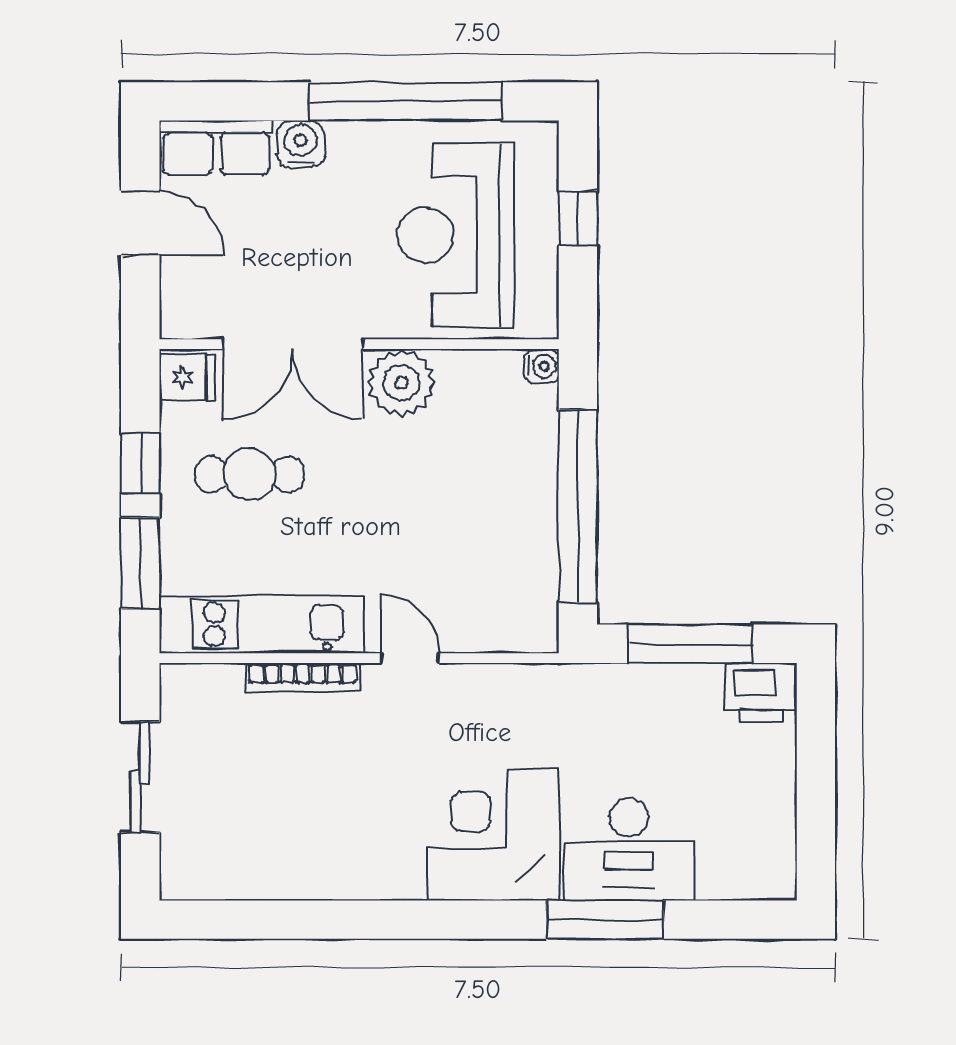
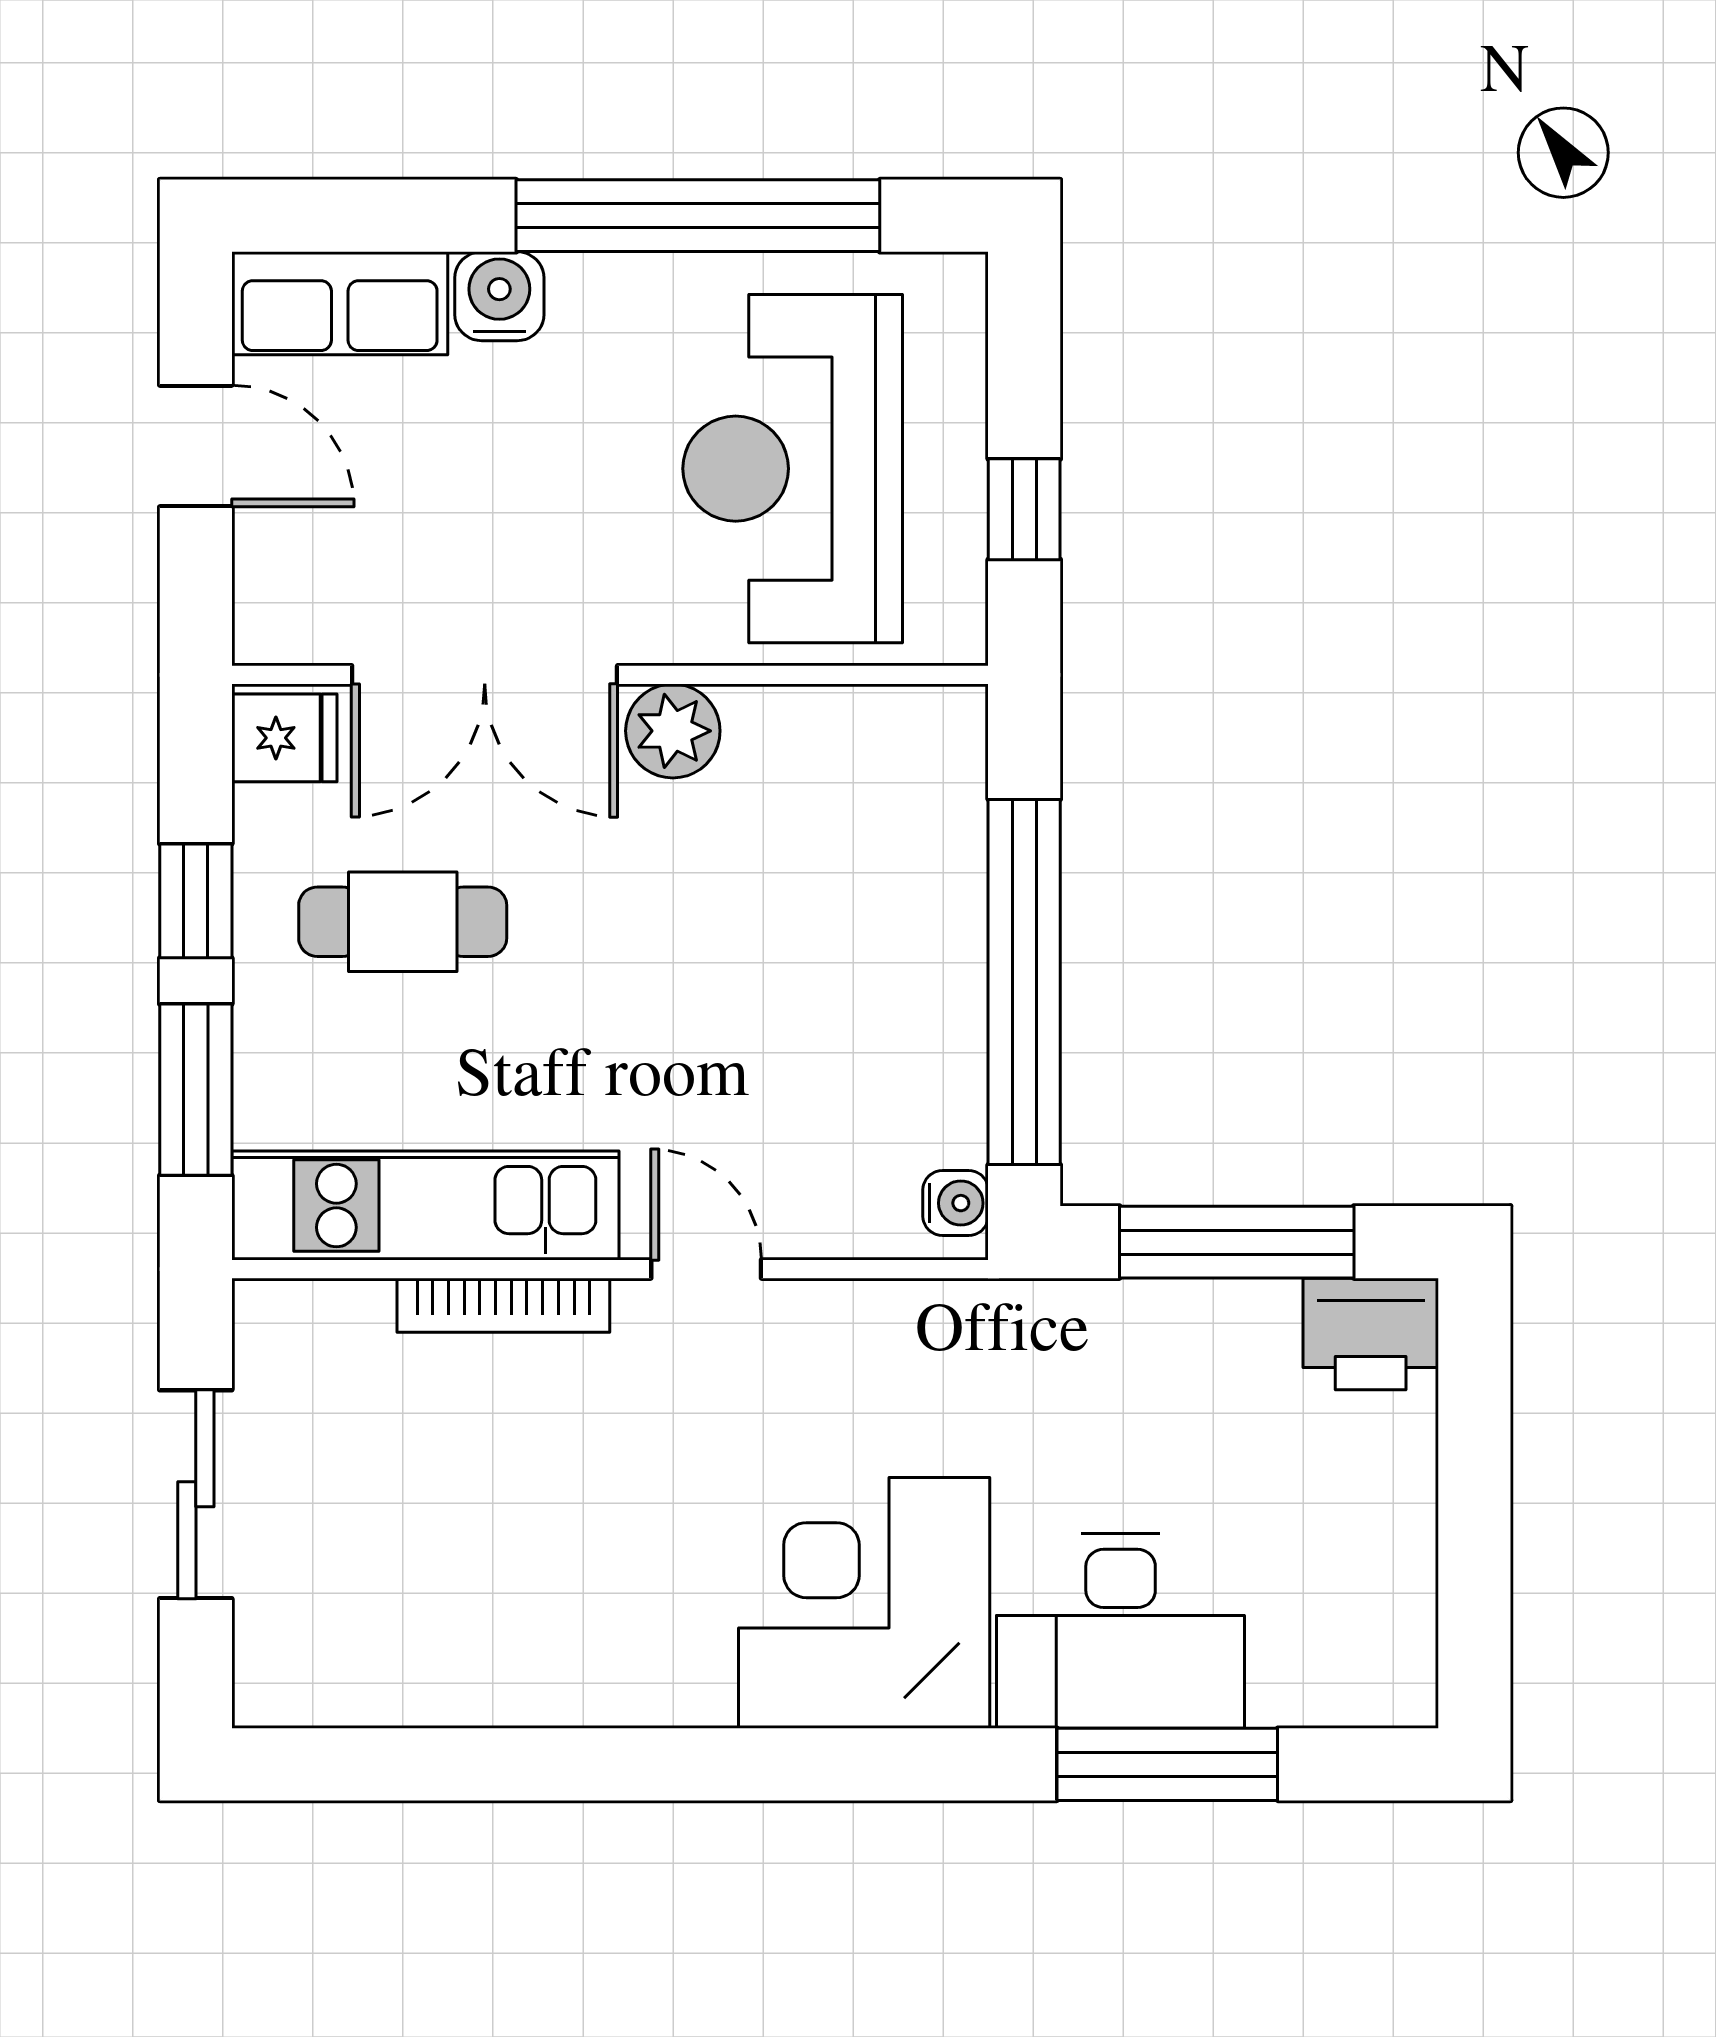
window: (578, 218) -> (1024, 509), moved
water cooler: (542, 366) -> (956, 1203), moved
plant: (401, 383) -> (673, 731), width x0.73, depth x0.73
window: (605, 920) -> (1167, 1764), moved

